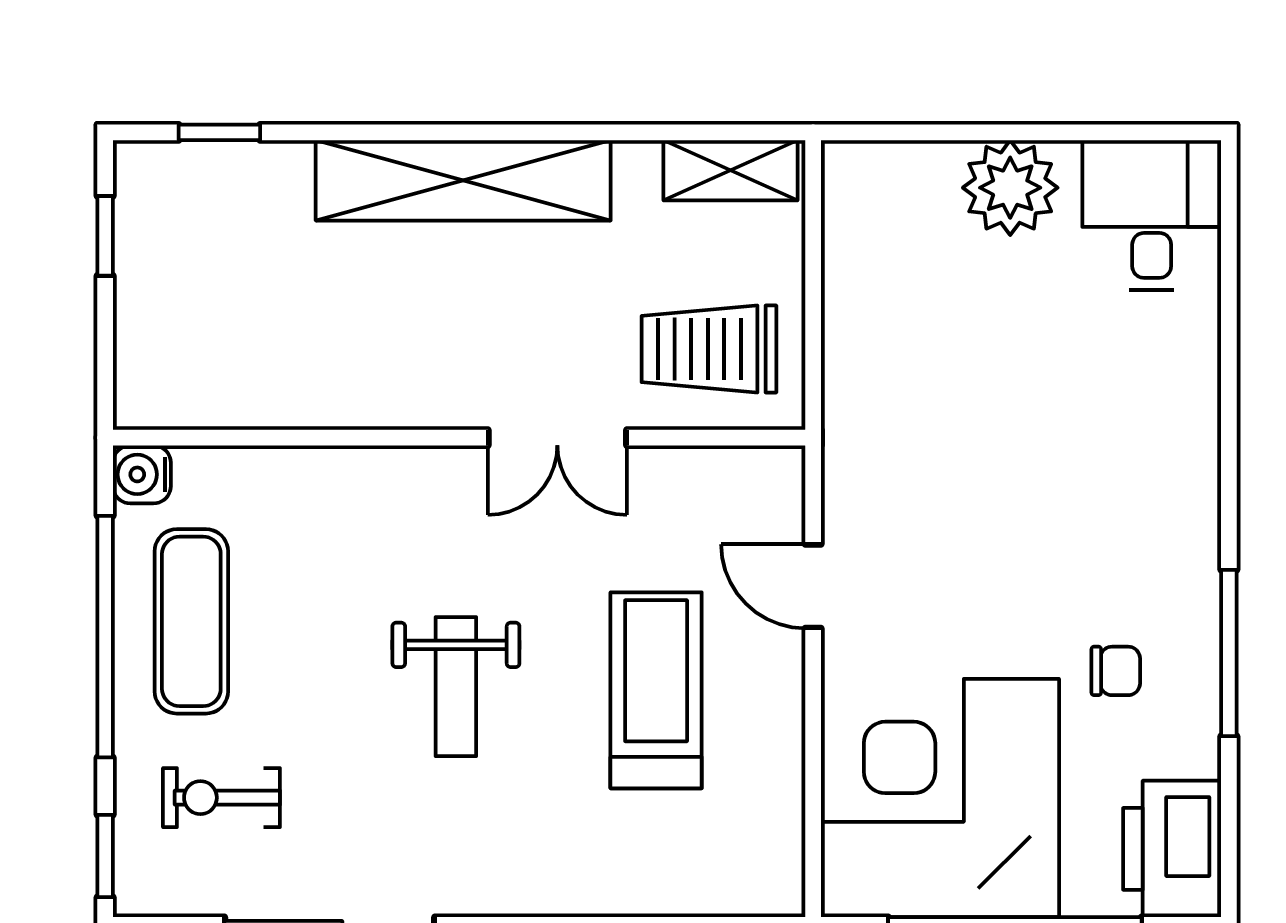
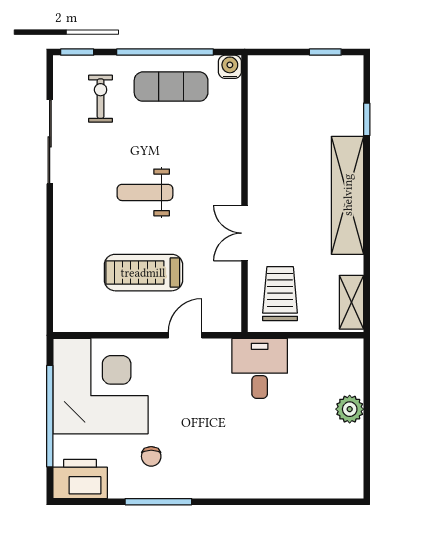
window: (219, 132) -> (367, 119), moved
plant: (1010, 188) -> (350, 409), width x0.73, depth x0.73
desk: (1152, 215) -> (260, 368), moved, turned -90
treadmill: (656, 690) -> (143, 273), turned 180

